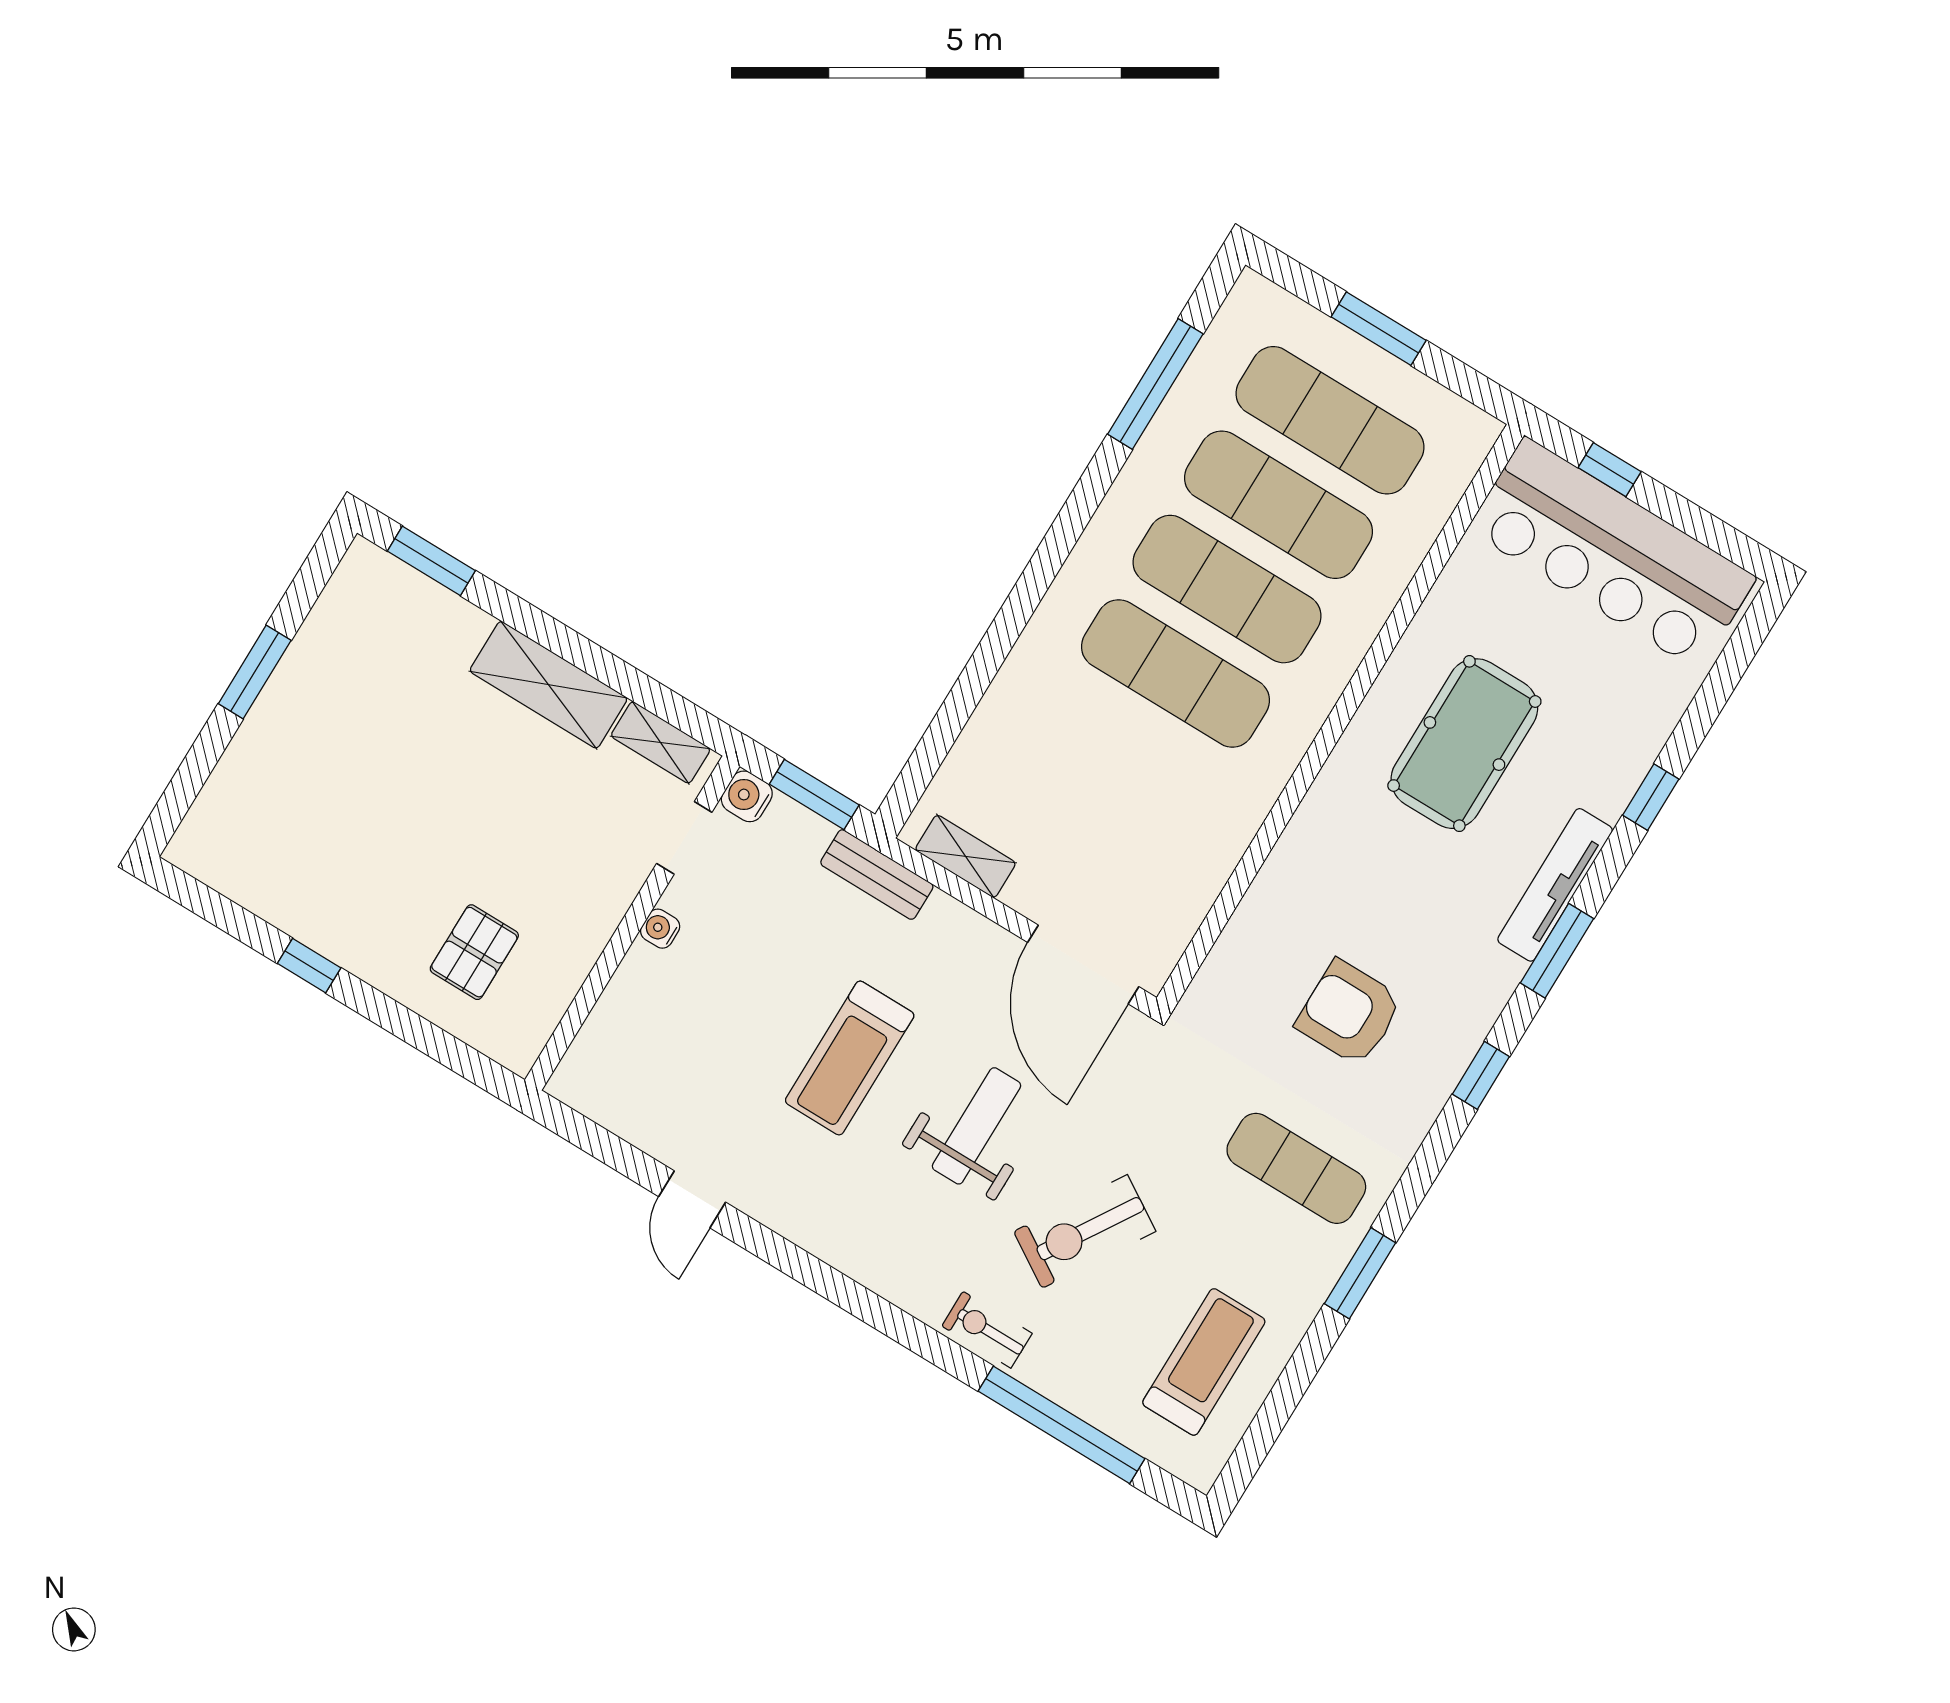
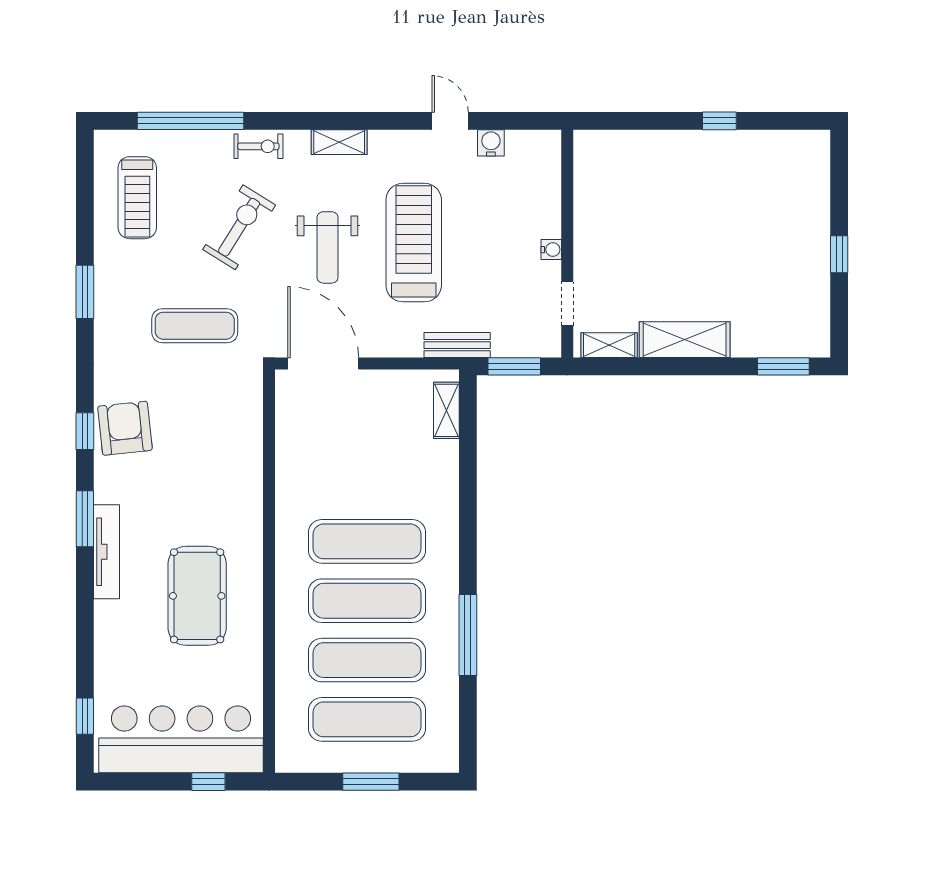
window: (1155, 384) -> (468, 635), moved
window: (255, 672) -> (839, 254), width x0.67
water cooler: (747, 796) -> (491, 143), moved, turned -90
window: (1651, 797) -> (85, 716), moved
shelving: (965, 856) -> (446, 410), moved, turned 90
pallet: (474, 952) -> (639, 179), removed
armchair: (1349, 1013) -> (125, 428), moved, turned -96
treadmill: (850, 1058) -> (414, 243), width x1.37, depth x1.38
exercise mat: (1296, 1168) -> (195, 326), moved
shelving: (869, 1266) -> (339, 142), added

